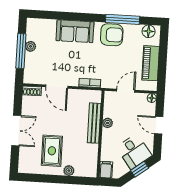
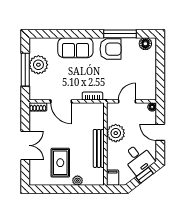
plant: (30, 46) -> (38, 65), width x1.87, depth x1.87
piano: (151, 63) -> (149, 74), removed
bench: (94, 123) -> (99, 148), moved
plant: (108, 123) -> (116, 133), width x1.88, depth x1.88

